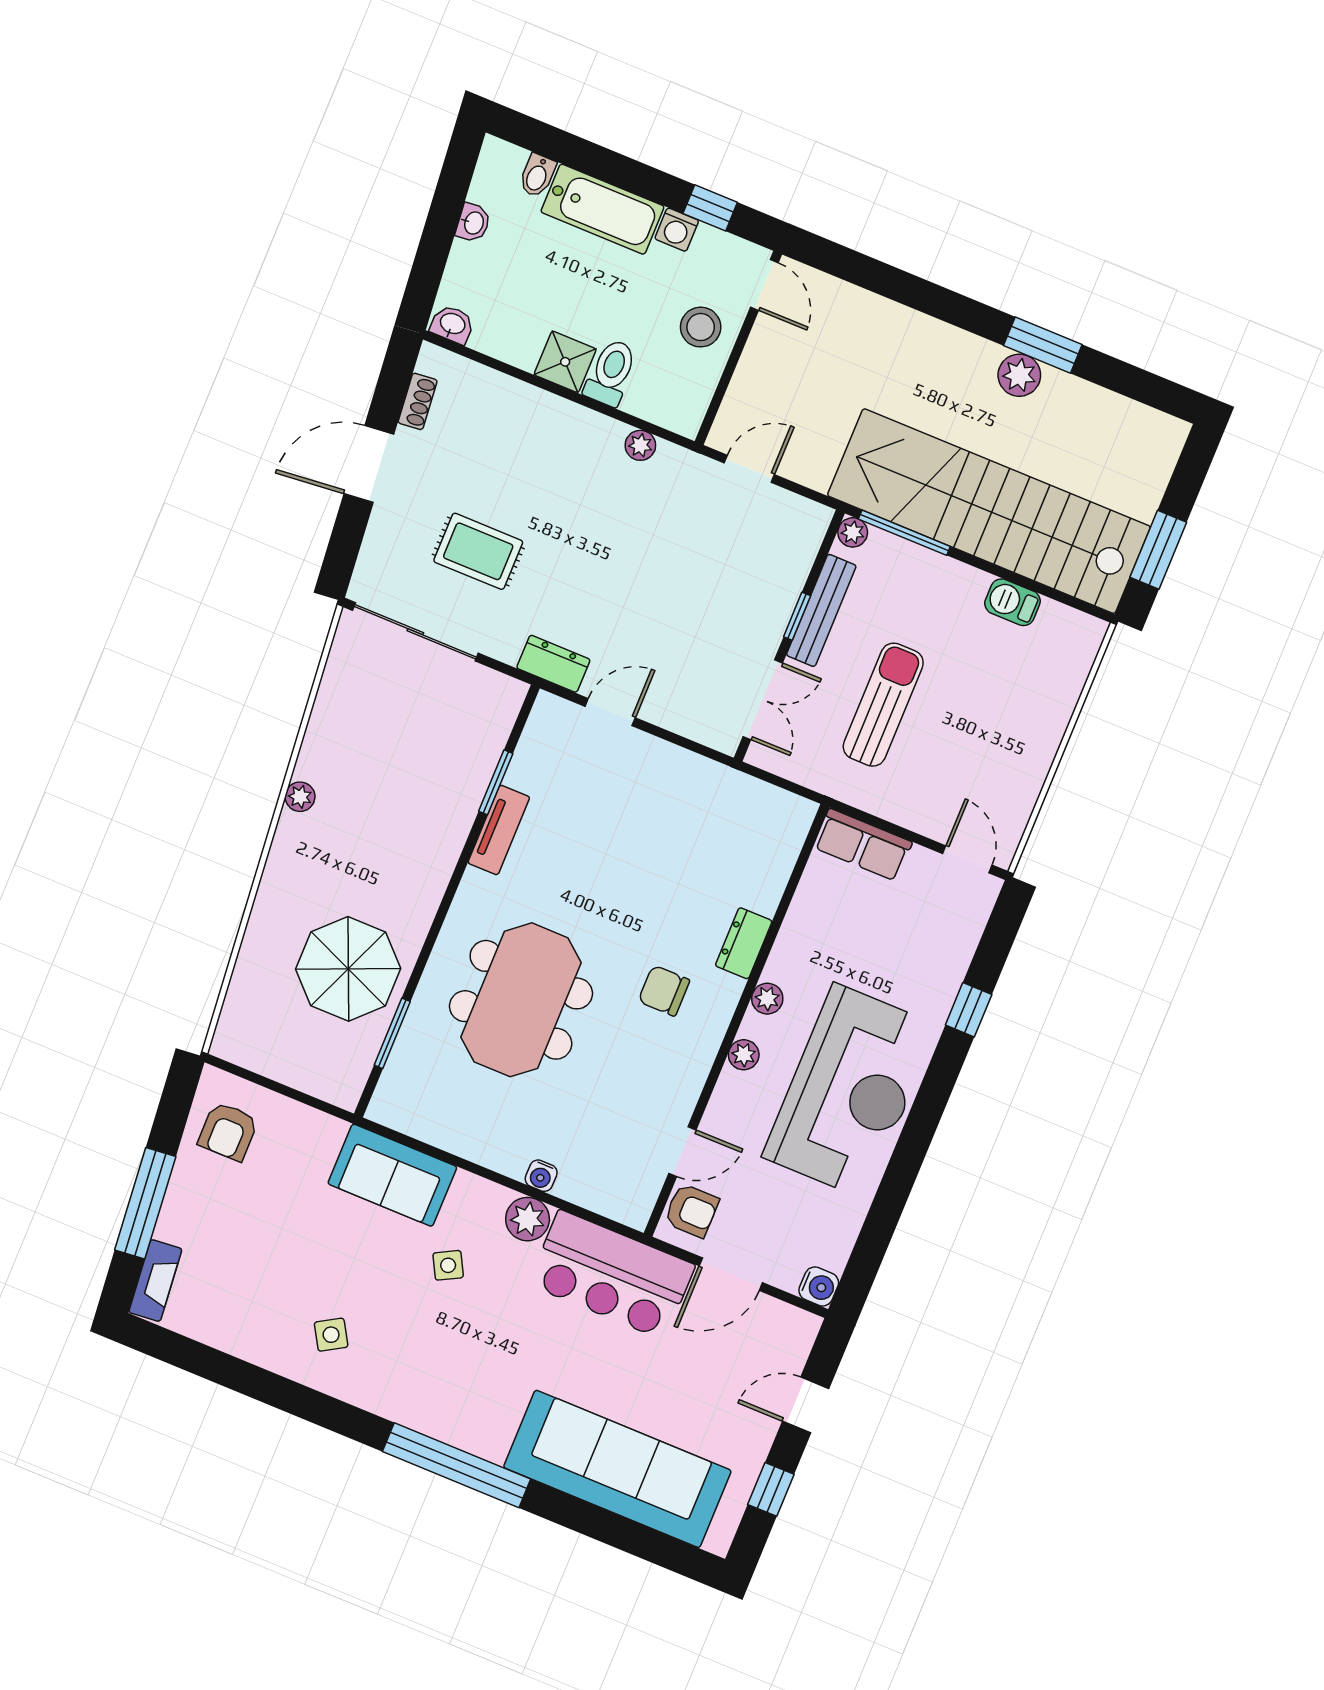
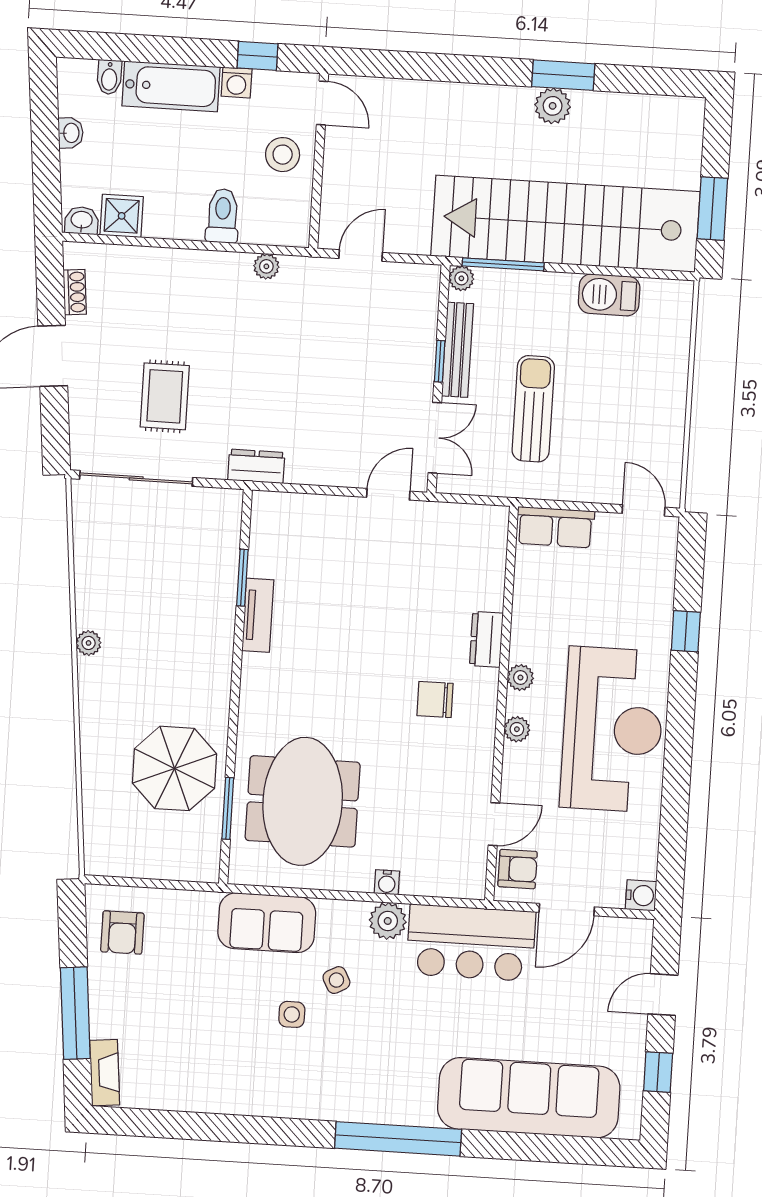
shower: (565, 362) -> (122, 216), moved
rug: (478, 551) -> (165, 396), turned 90
barbecue: (1012, 602) -> (609, 295), width x1.38, depth x1.27
door: (610, 712) -> (388, 494), moved
meeting table: (521, 1000) -> (303, 801), moved
side table: (331, 1335) -> (292, 1014), moved, turned 31

